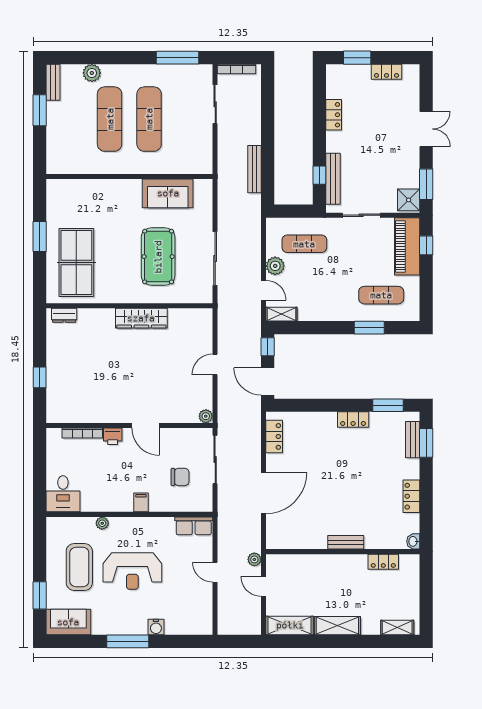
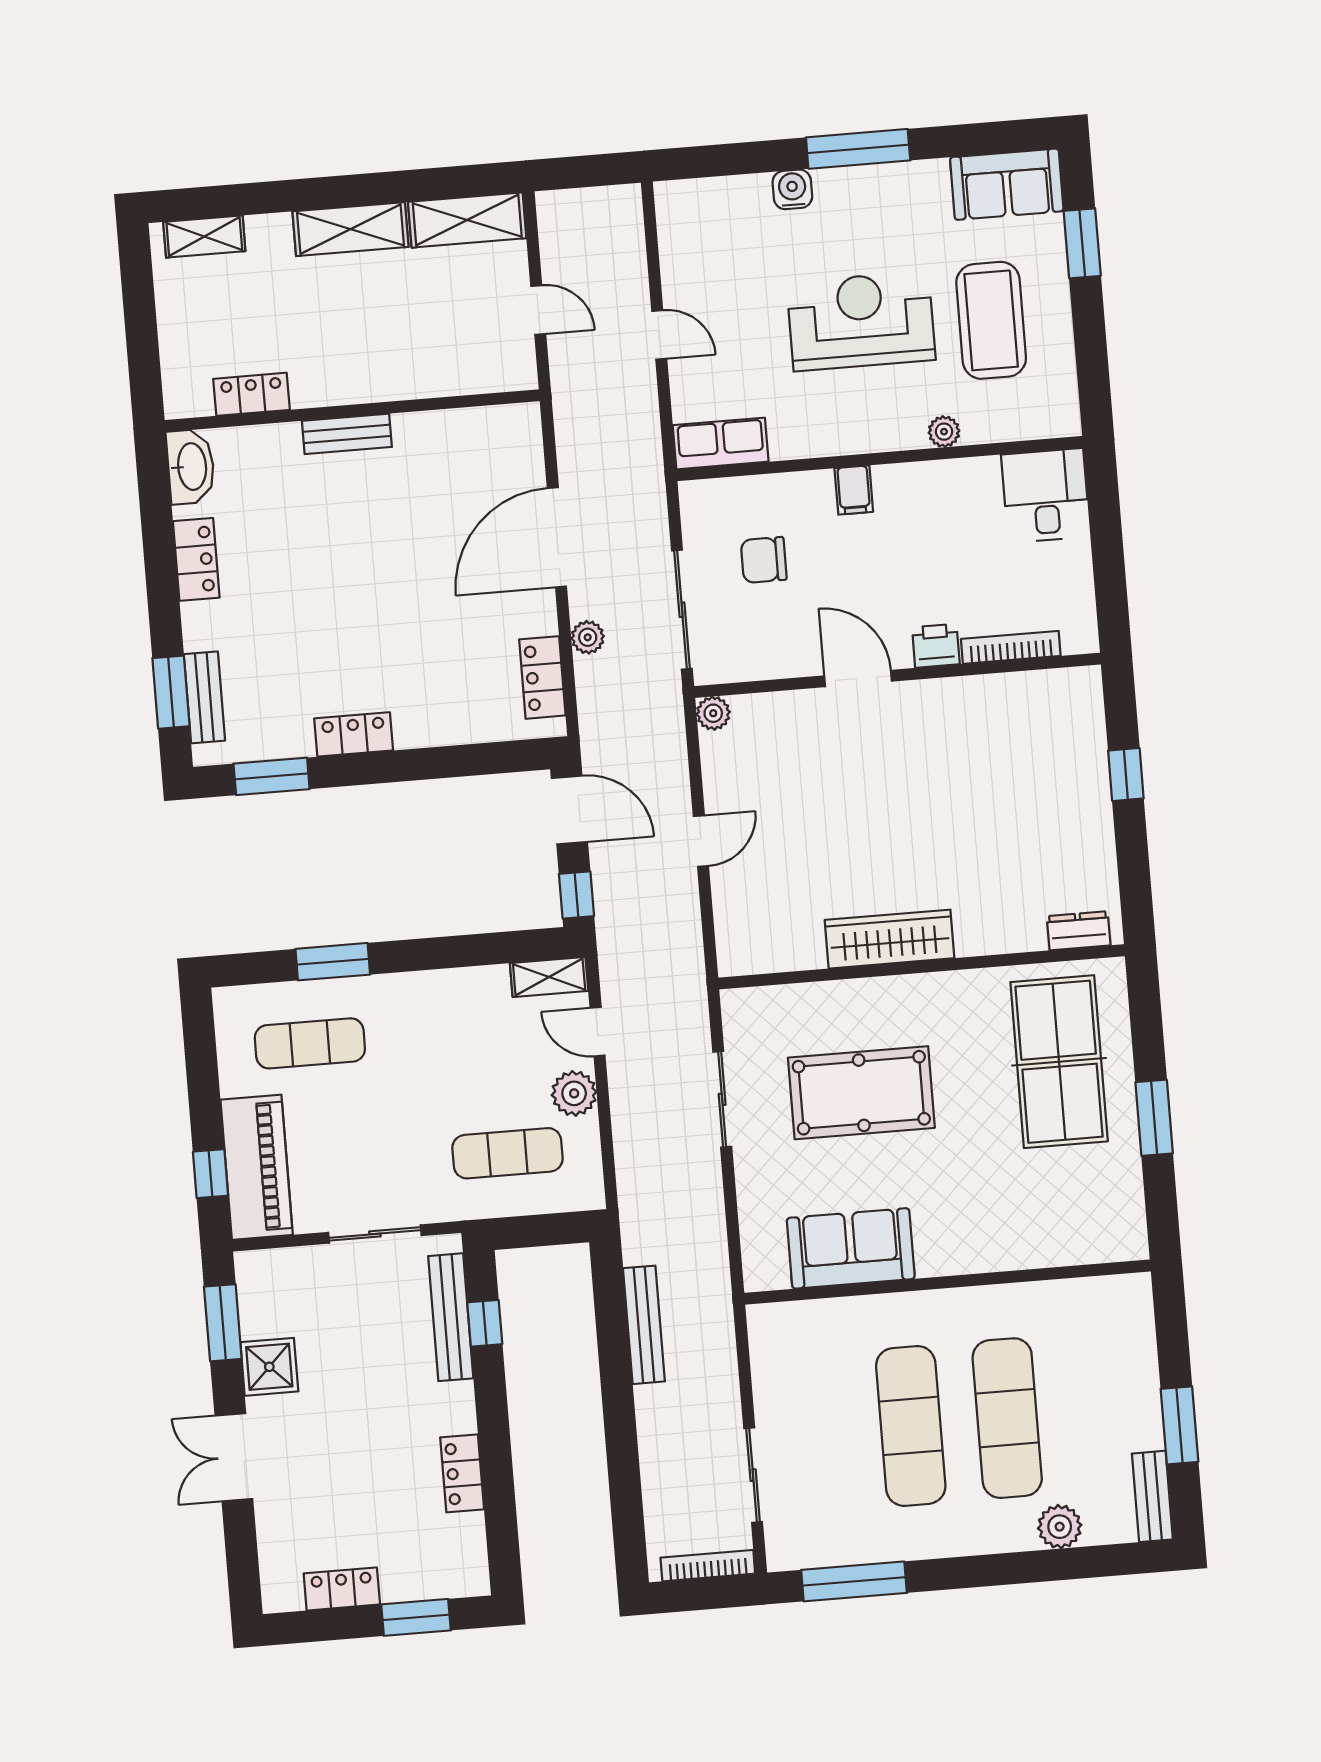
shower: (409, 200) -> (269, 1367), moved
pool table: (158, 257) -> (861, 1093), turned 90
sliding door: (215, 259) -> (722, 1099), width x0.73
washbasin: (413, 541) -> (191, 467), width x1.91, depth x1.45
plant: (254, 559) -> (588, 637), moved

